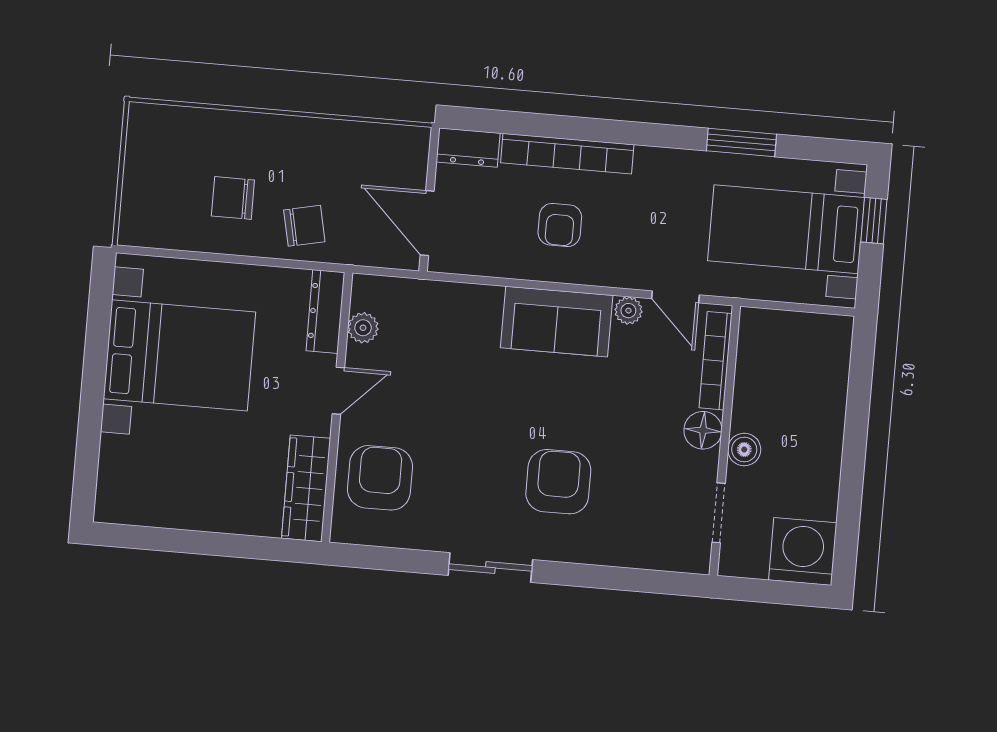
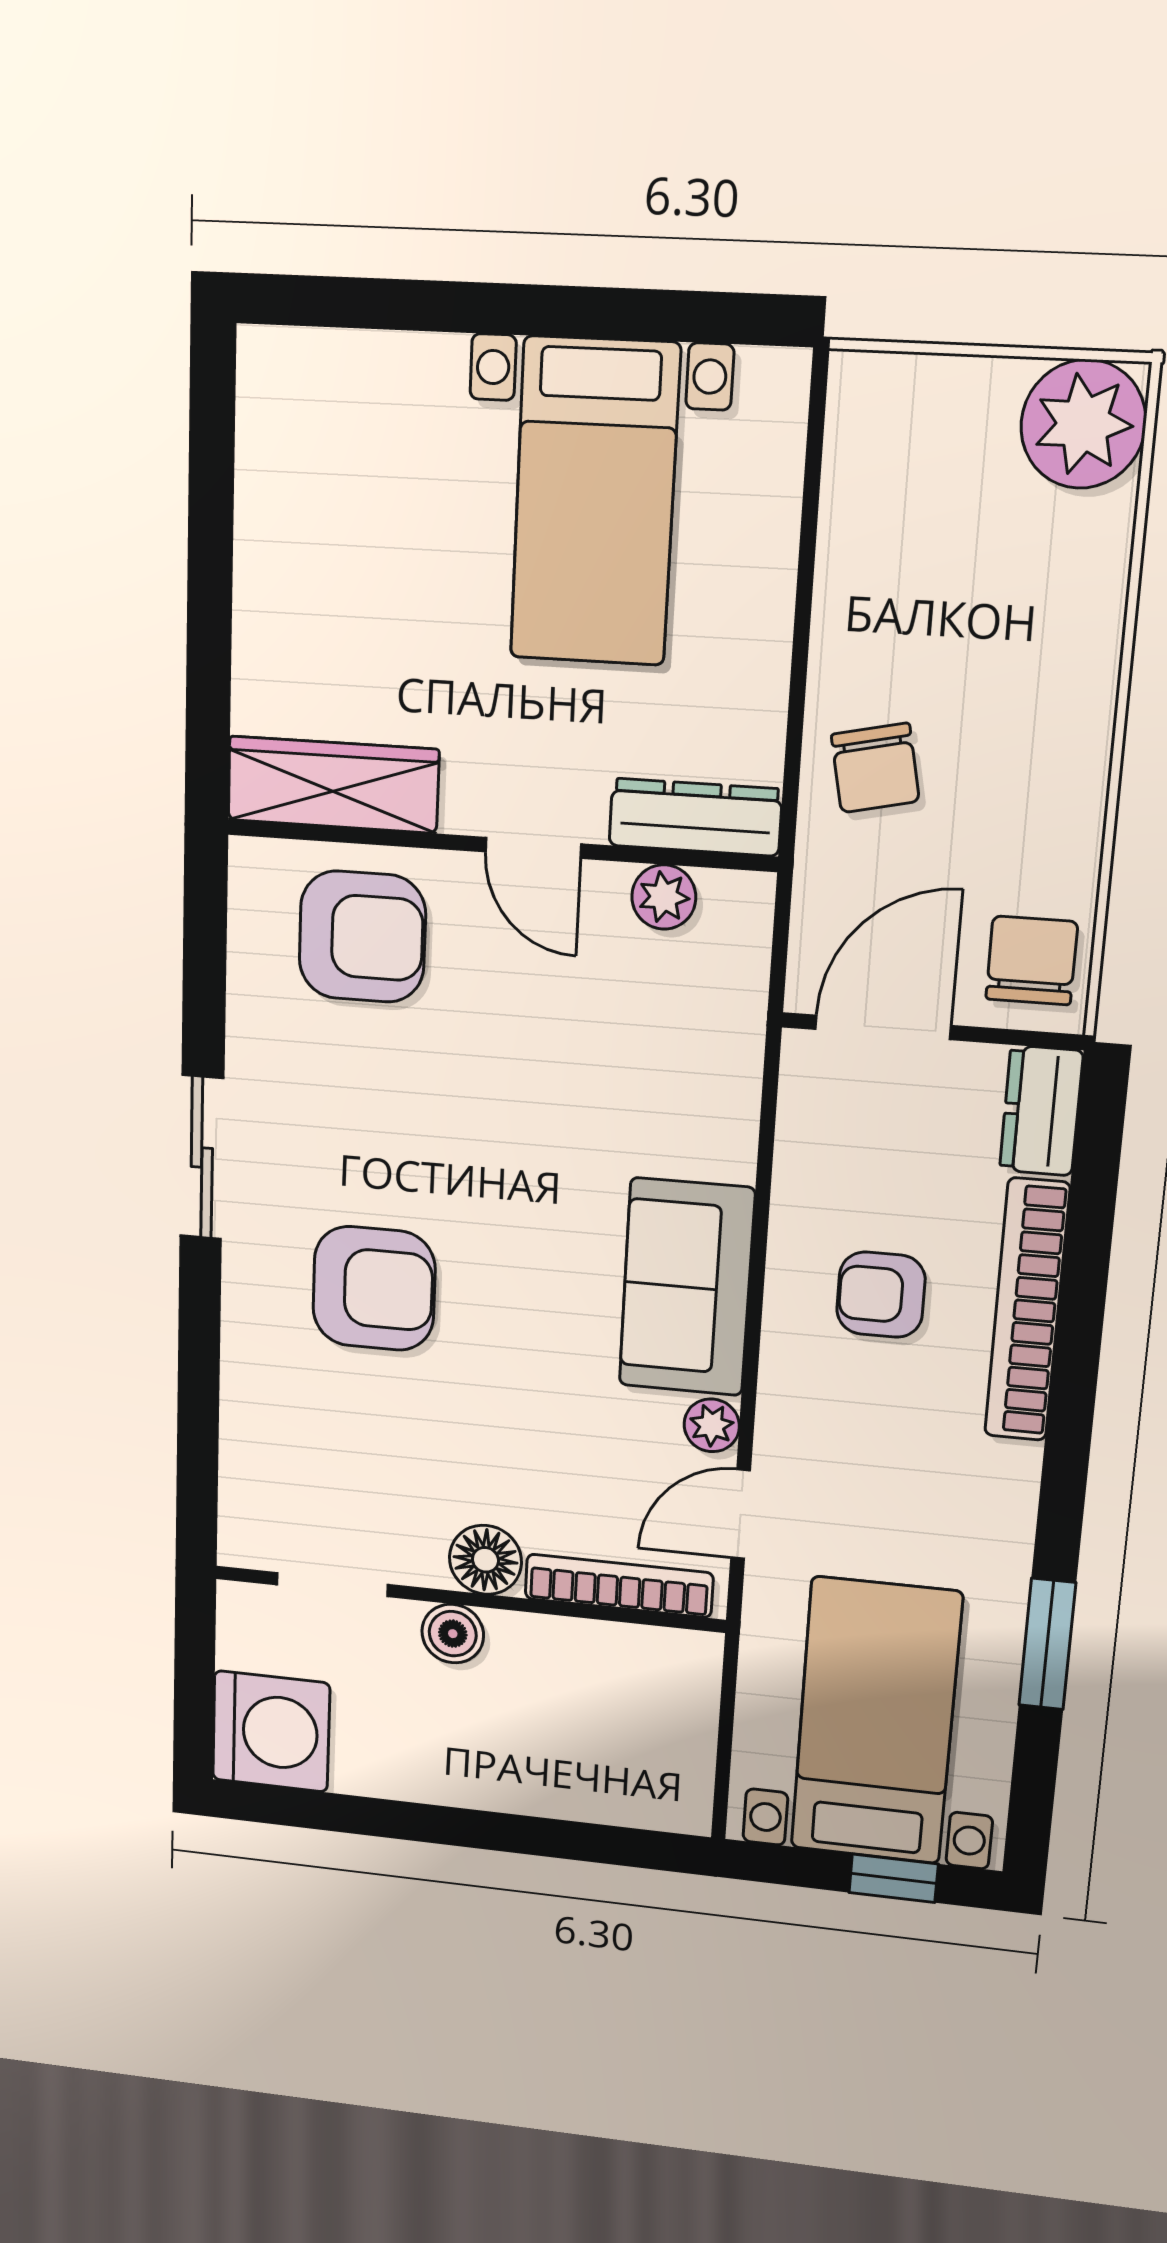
plant: (154, 131) -> (1083, 424), added
chair: (233, 198) -> (1032, 960), moved
bed with nightstands: (179, 355) -> (594, 502), width x0.73

